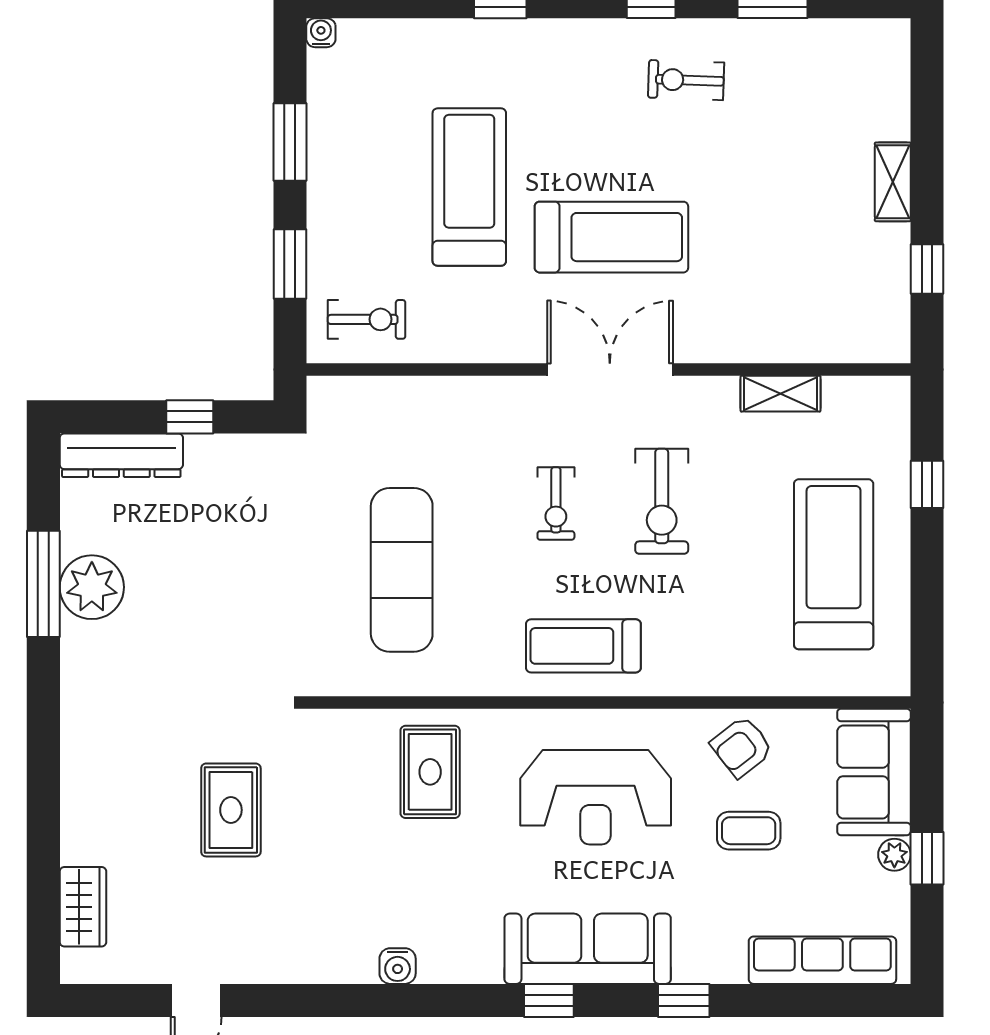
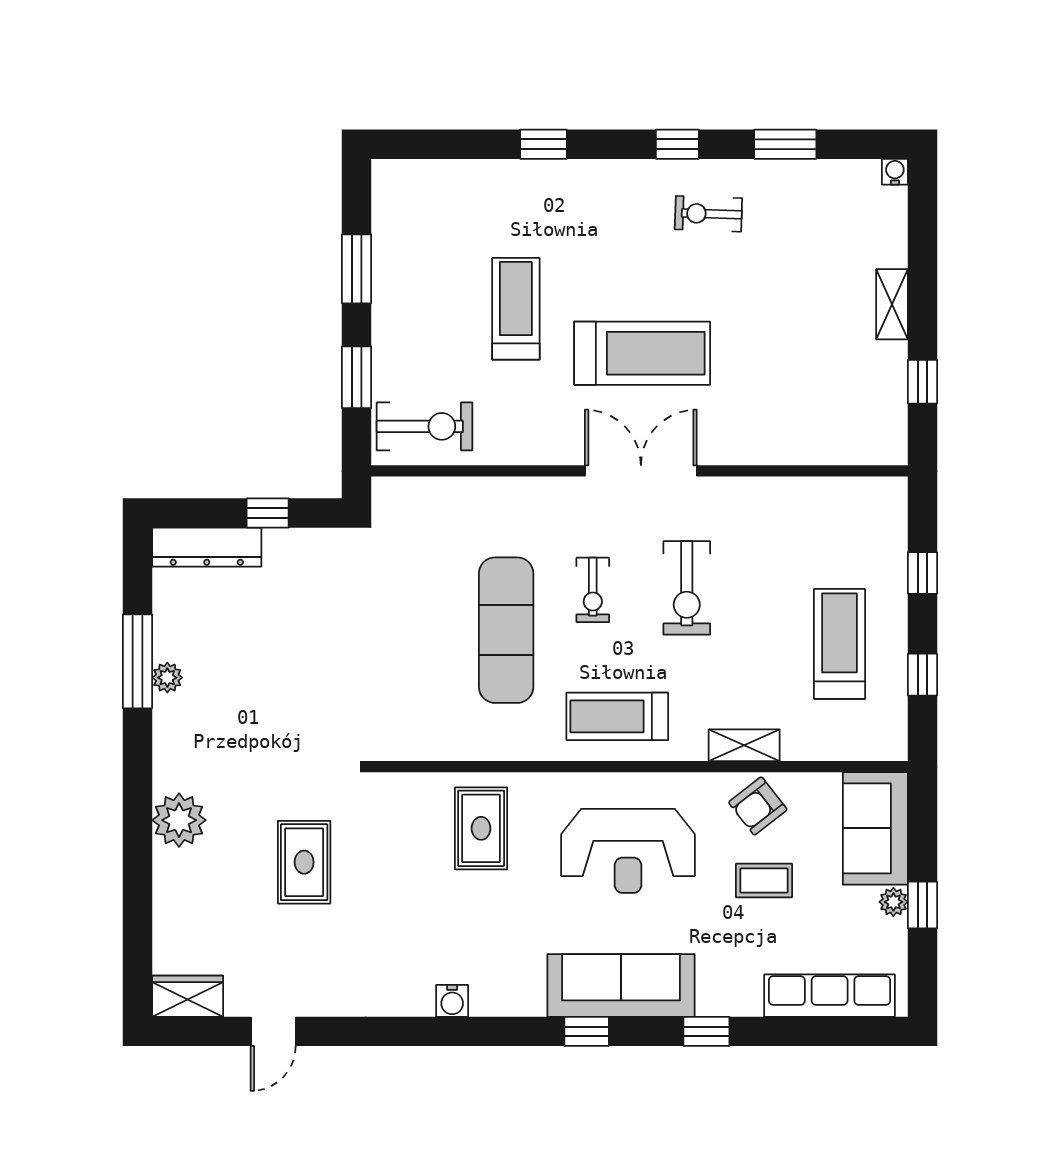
water cooler: (321, 33) -> (895, 172), moved
treadmill: (469, 187) -> (516, 309), width x0.73, depth x0.73
exercise bike: (367, 319) -> (425, 426), width x1.38, depth x1.39
shelving: (781, 394) -> (744, 745), moved
treadmill: (834, 564) -> (839, 644), width x0.73, depth x0.73
exercise mat: (402, 570) -> (506, 630), moved
plant: (92, 587) -> (167, 678), width x0.53, depth x0.53
window: (927, 599) -> (922, 675), added
plant: (90, 763) -> (179, 820), added
wardrobe: (83, 907) -> (188, 996), moved, turned -90

